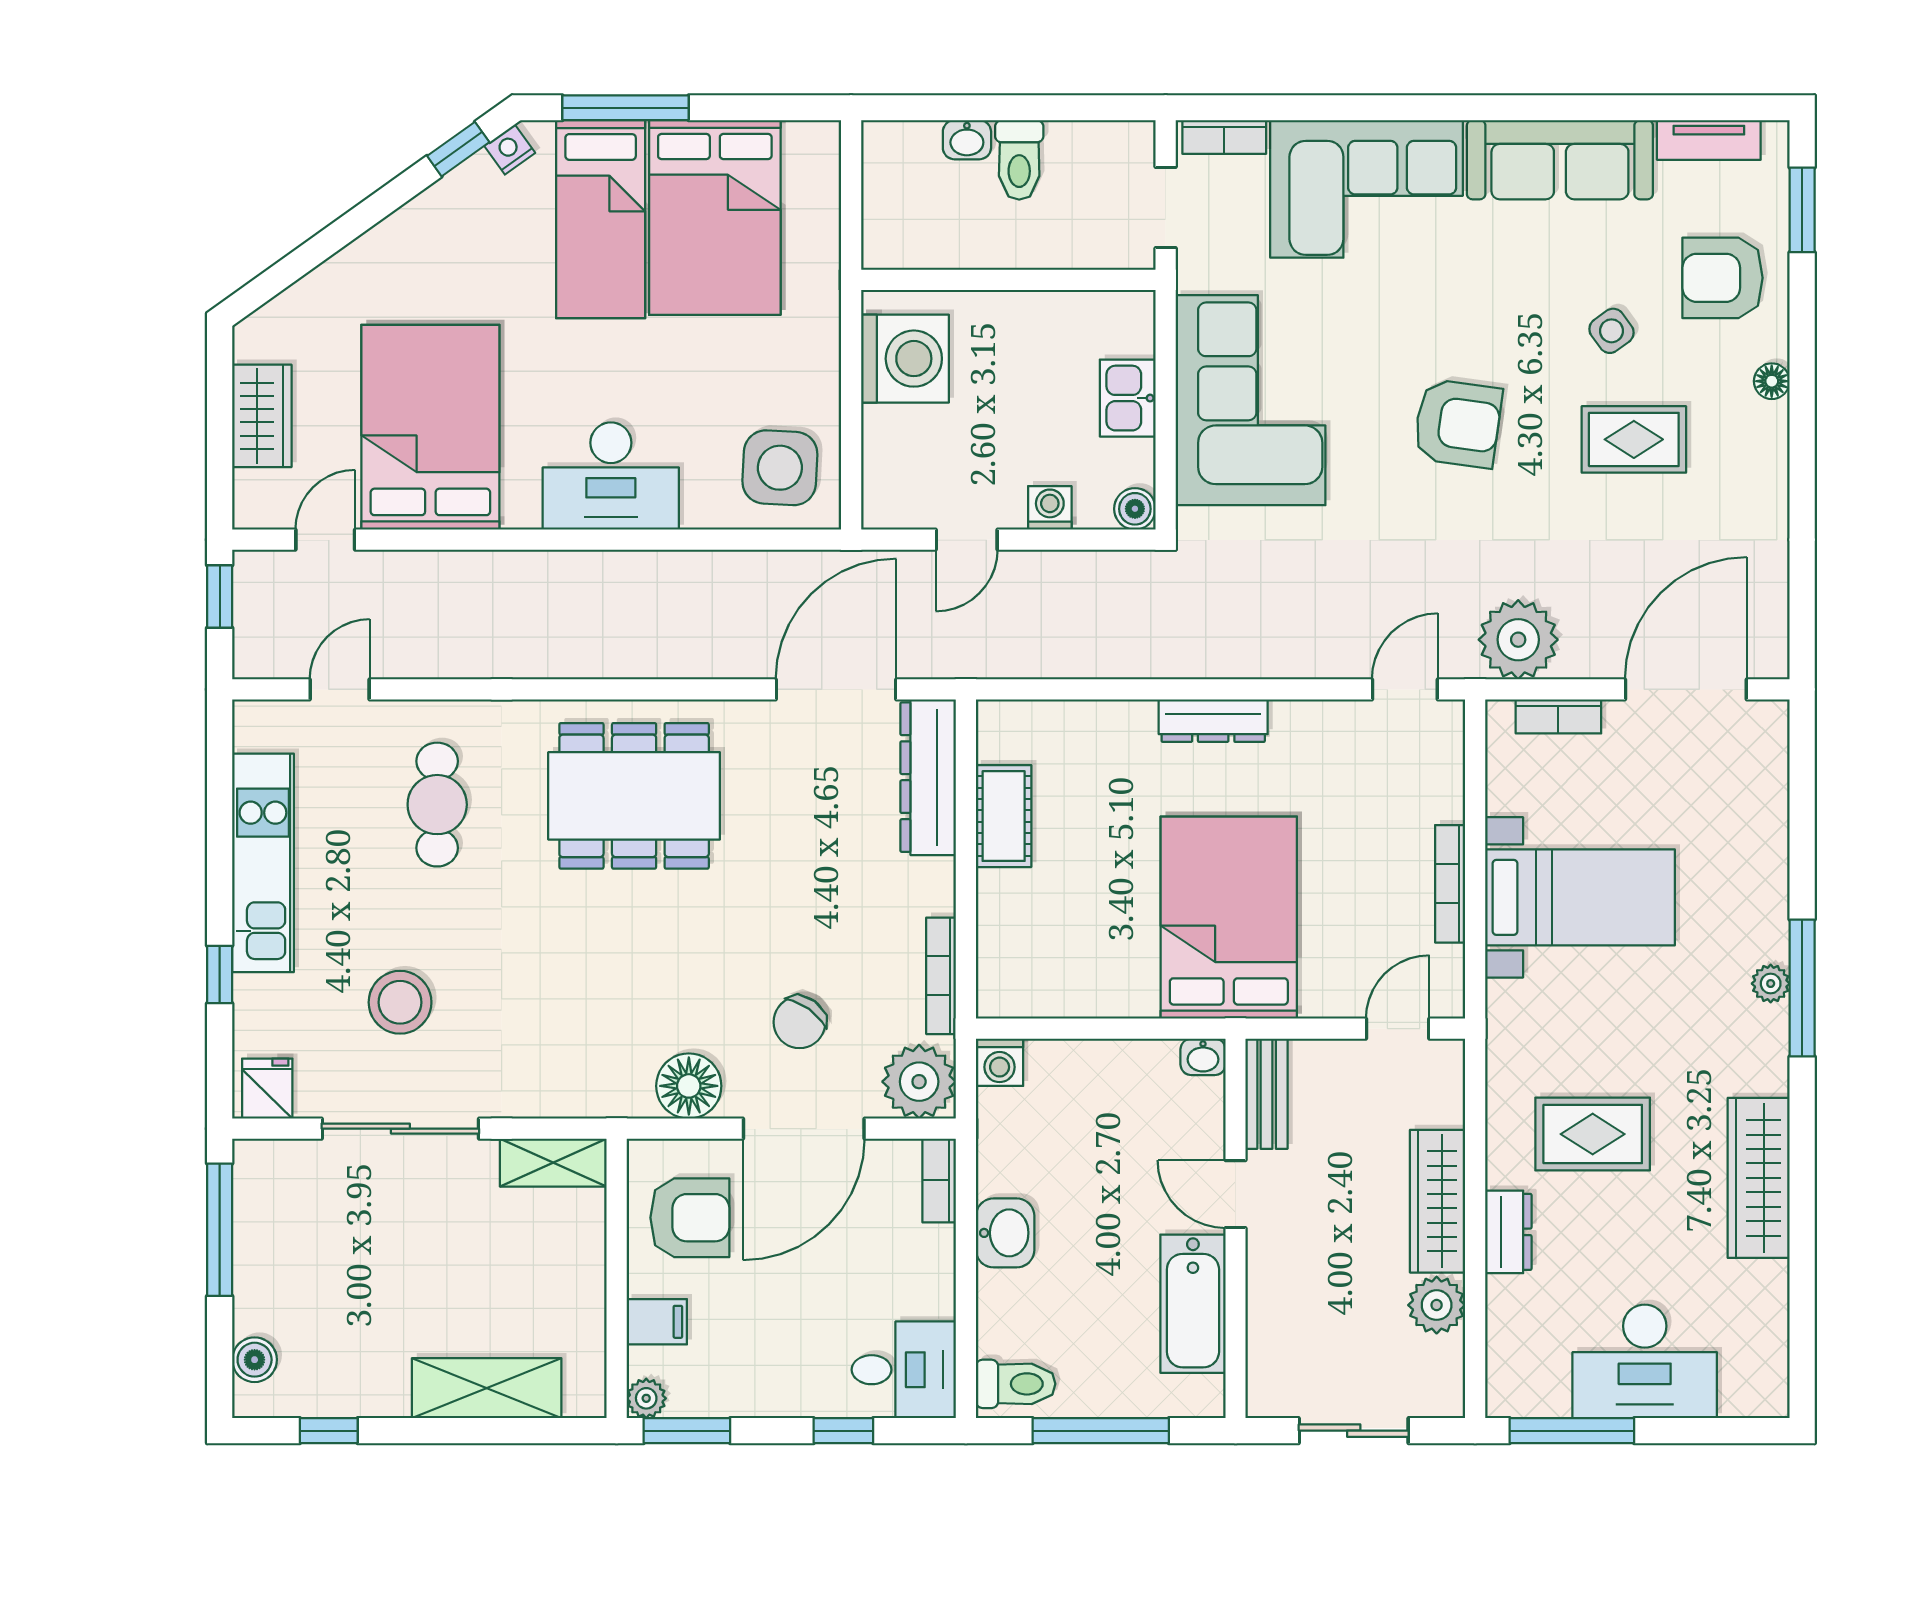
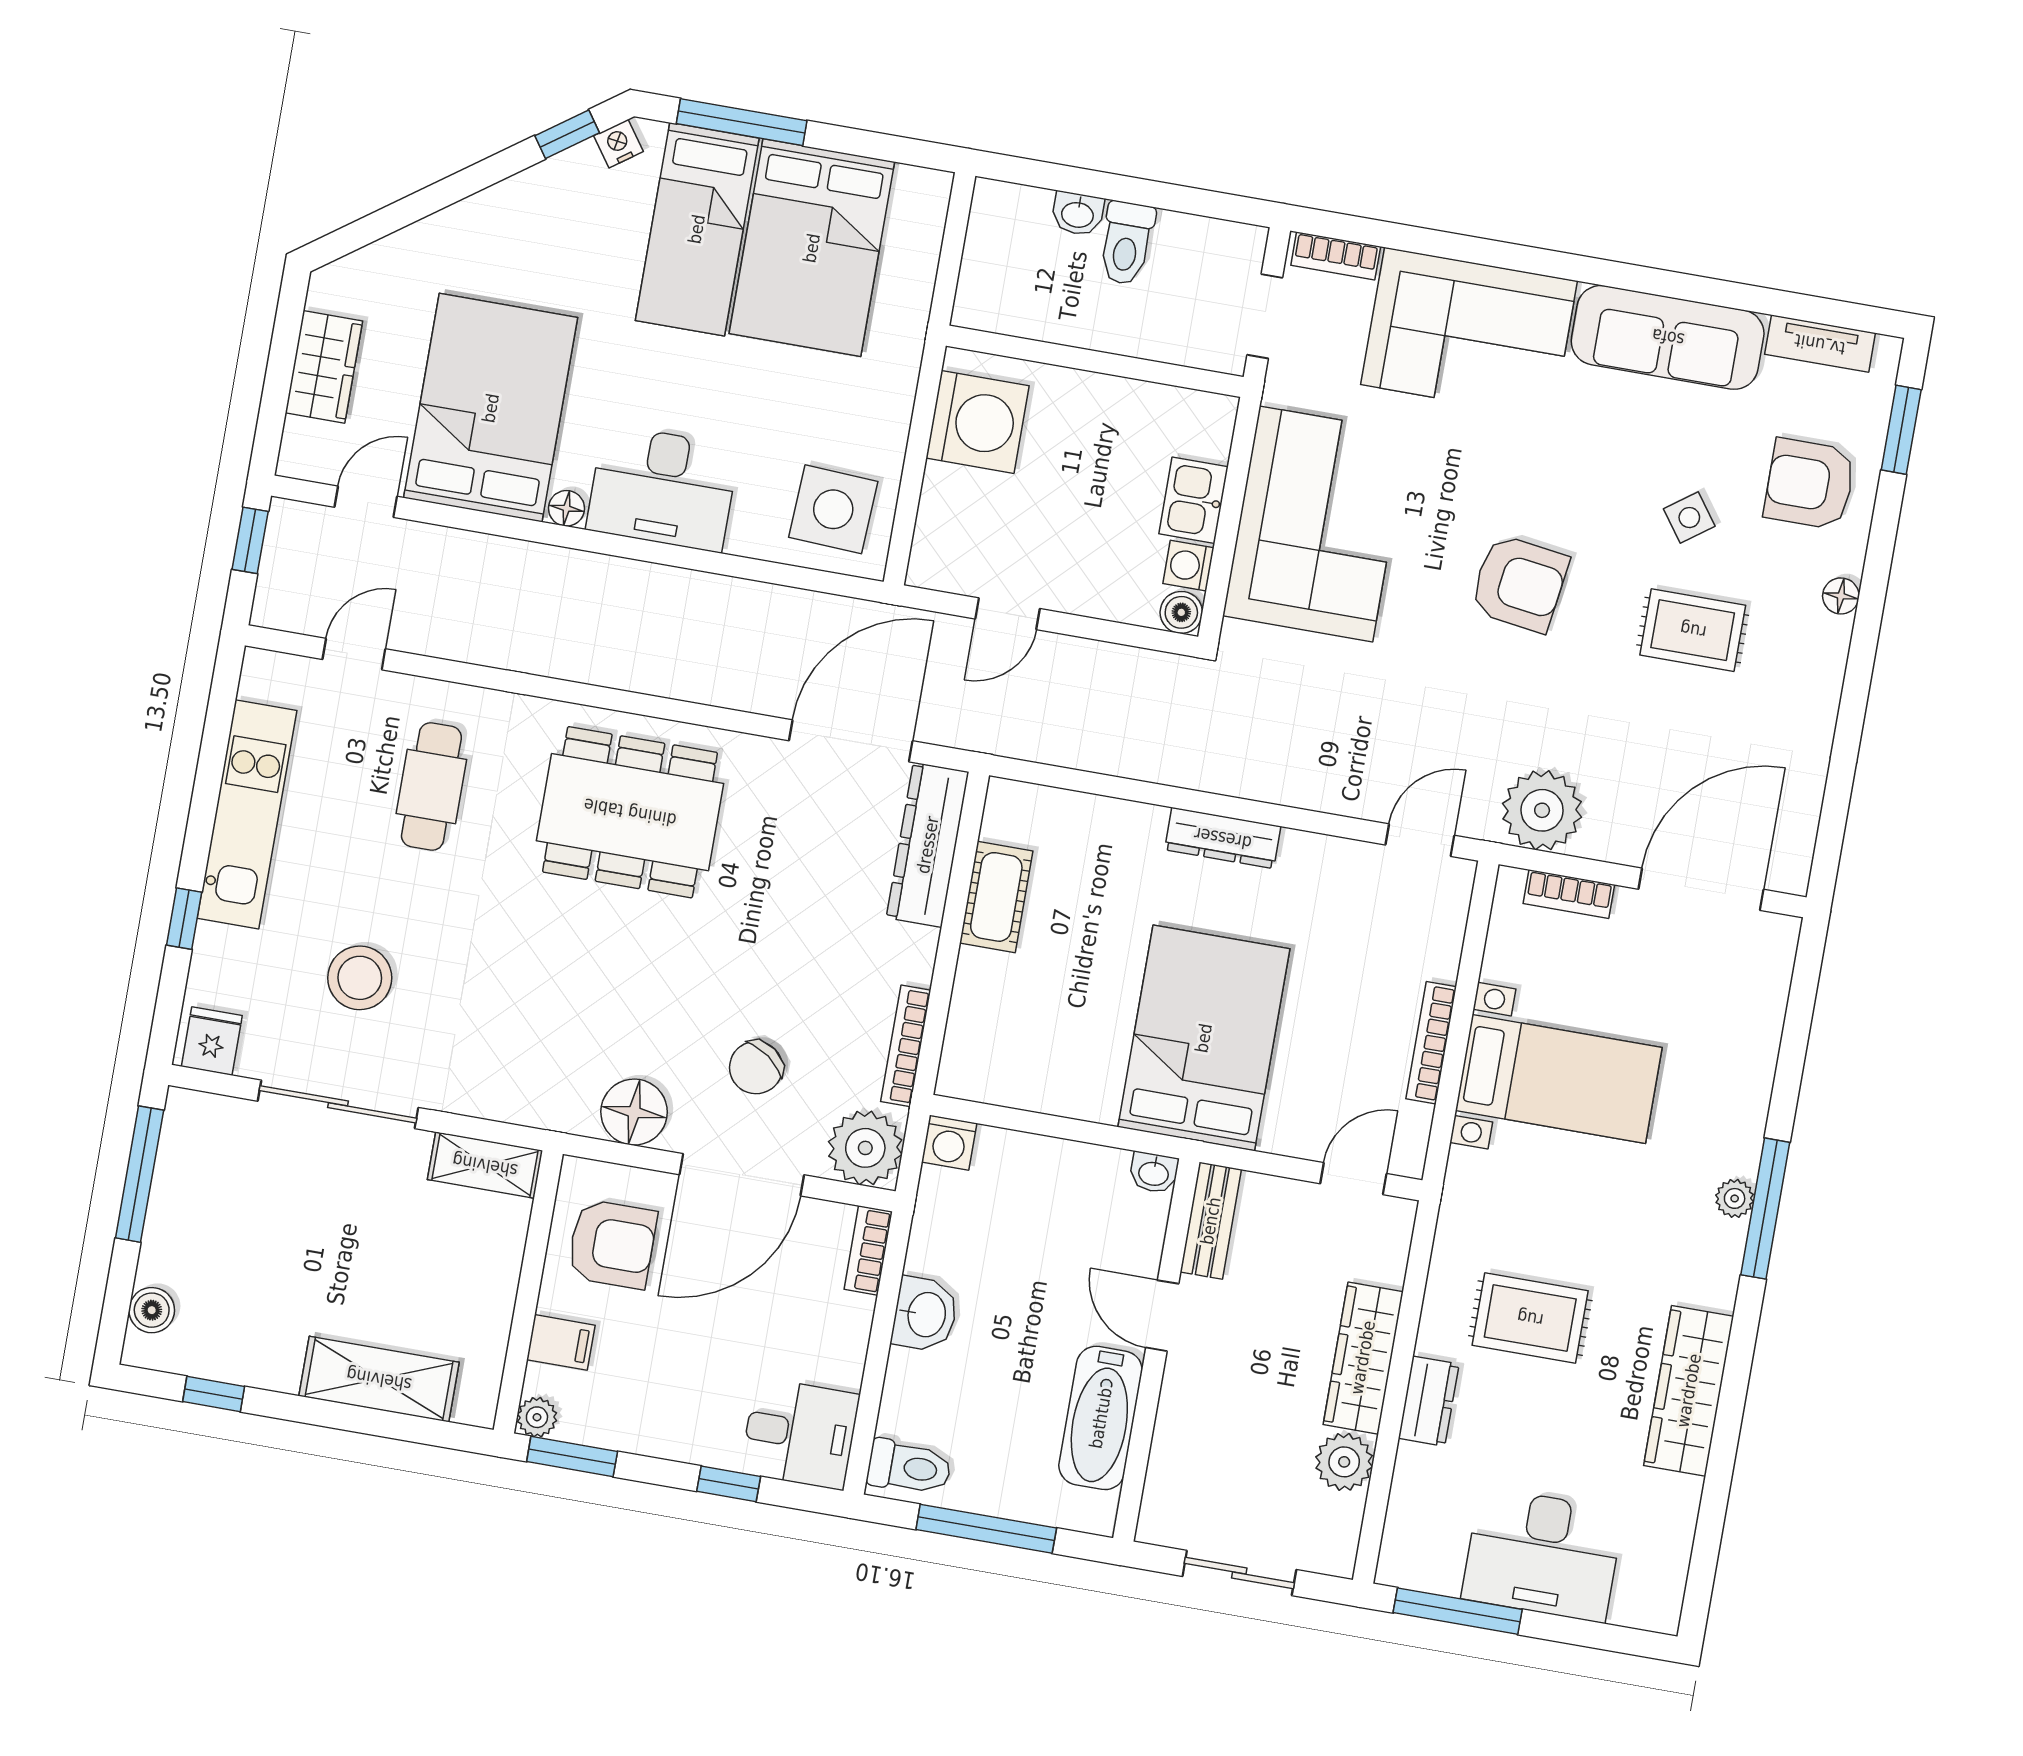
washing machine: (1050, 508) -> (1188, 566), moved, turned -90
floor lamp: (521, 512) -> (566, 508), added

